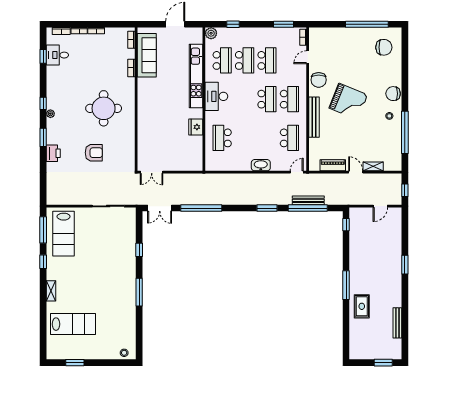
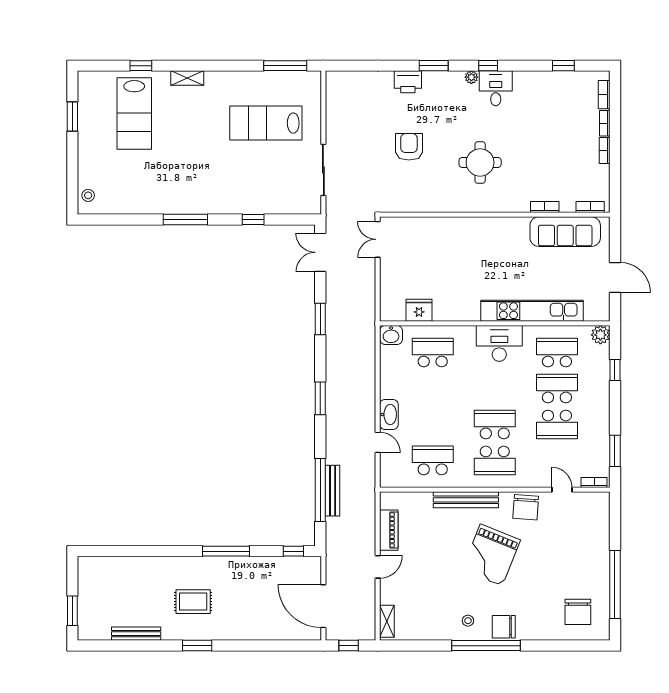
desk: (57, 55) -> (496, 88), moved
school desk: (222, 60) -> (557, 353), turned 180
school desk: (245, 60) -> (557, 389), turned 180
chair: (319, 80) -> (526, 507), turned -86
chair: (393, 94) -> (504, 627), turned -90
school desk: (267, 99) -> (495, 424), turned 180
round table: (104, 108) -> (480, 162), width x0.73, depth x0.73
fridge: (196, 127) -> (419, 310), moved
window: (405, 132) -> (486, 646), moved
school desk: (289, 138) -> (433, 460), turned 180
armchair: (94, 153) -> (409, 147), turned 180
washbasin: (211, 164) -> (391, 335), added
shelving: (373, 166) -> (387, 621), moved
door: (297, 172) -> (378, 442), moved
door: (380, 206) -> (323, 606), width x1.87
window: (201, 208) -> (320, 319), width x0.47
window: (267, 208) -> (320, 398), moved
lab bench: (64, 234) -> (266, 123), moved
window: (43, 262) -> (141, 66), moved
window: (405, 265) -> (197, 646), moved
window: (346, 285) -> (226, 551), moved
rug: (362, 306) -> (193, 602), moved

